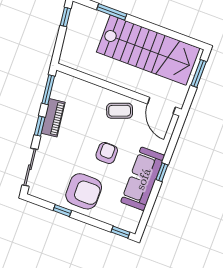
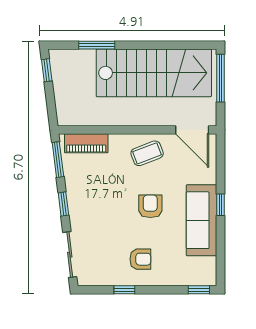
window: (199, 73) -> (221, 78), width x1.44
piano: (53, 118) -> (86, 143), moved, turned 97
armchair: (84, 191) -> (140, 259), width x0.53, depth x0.53

